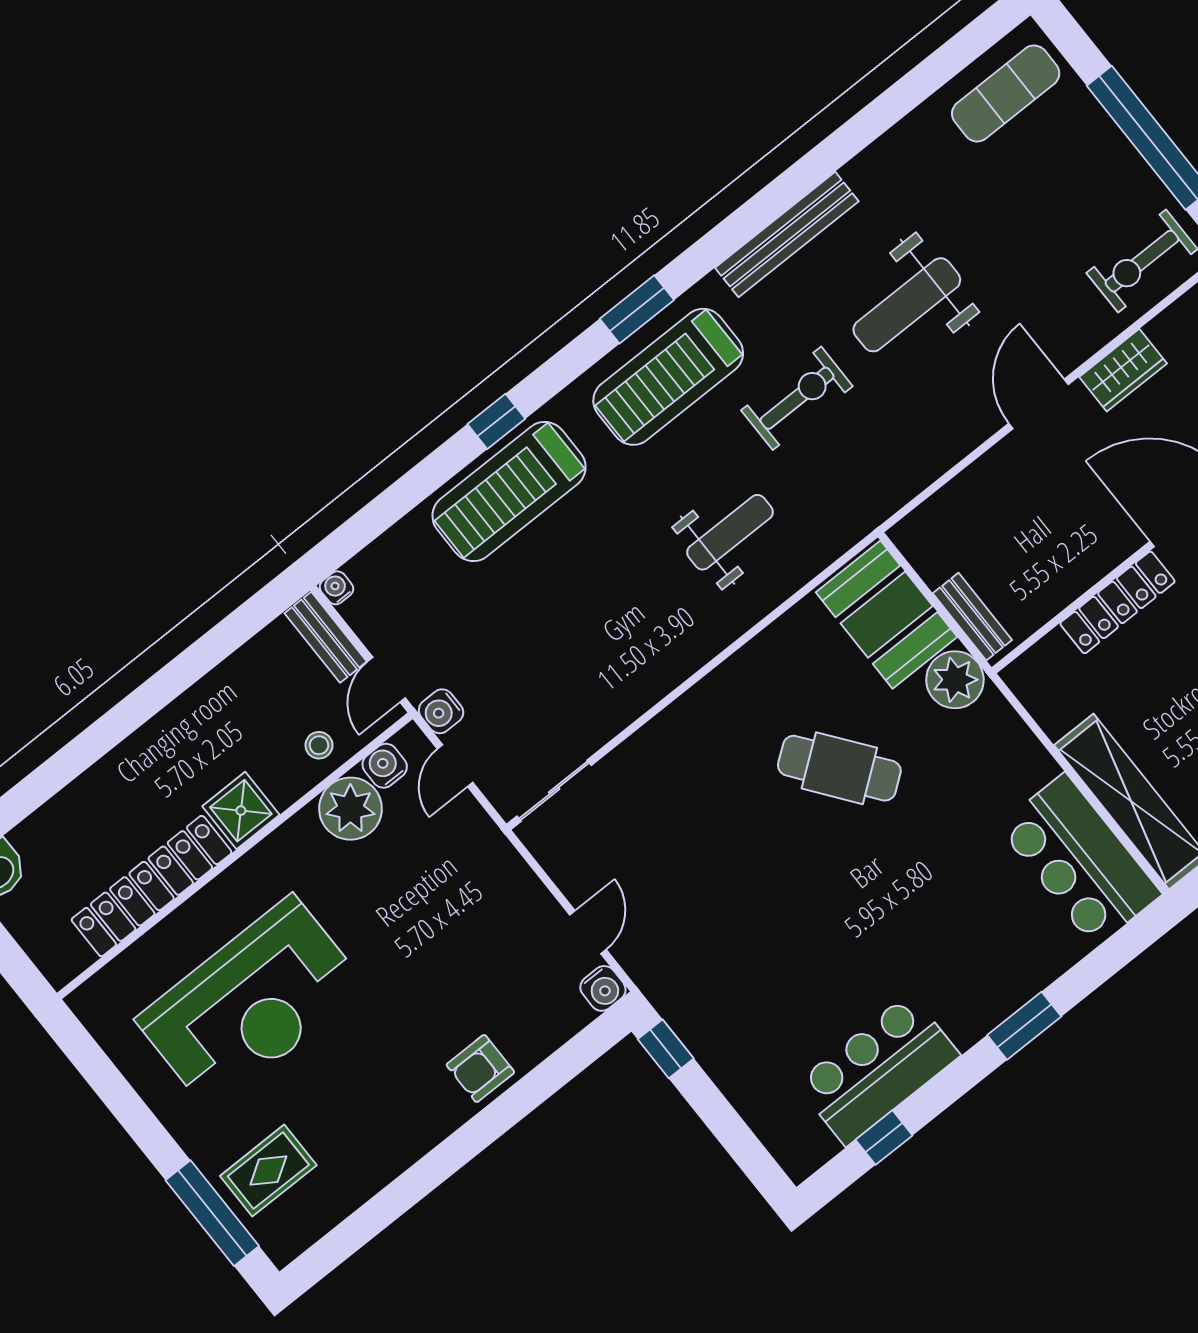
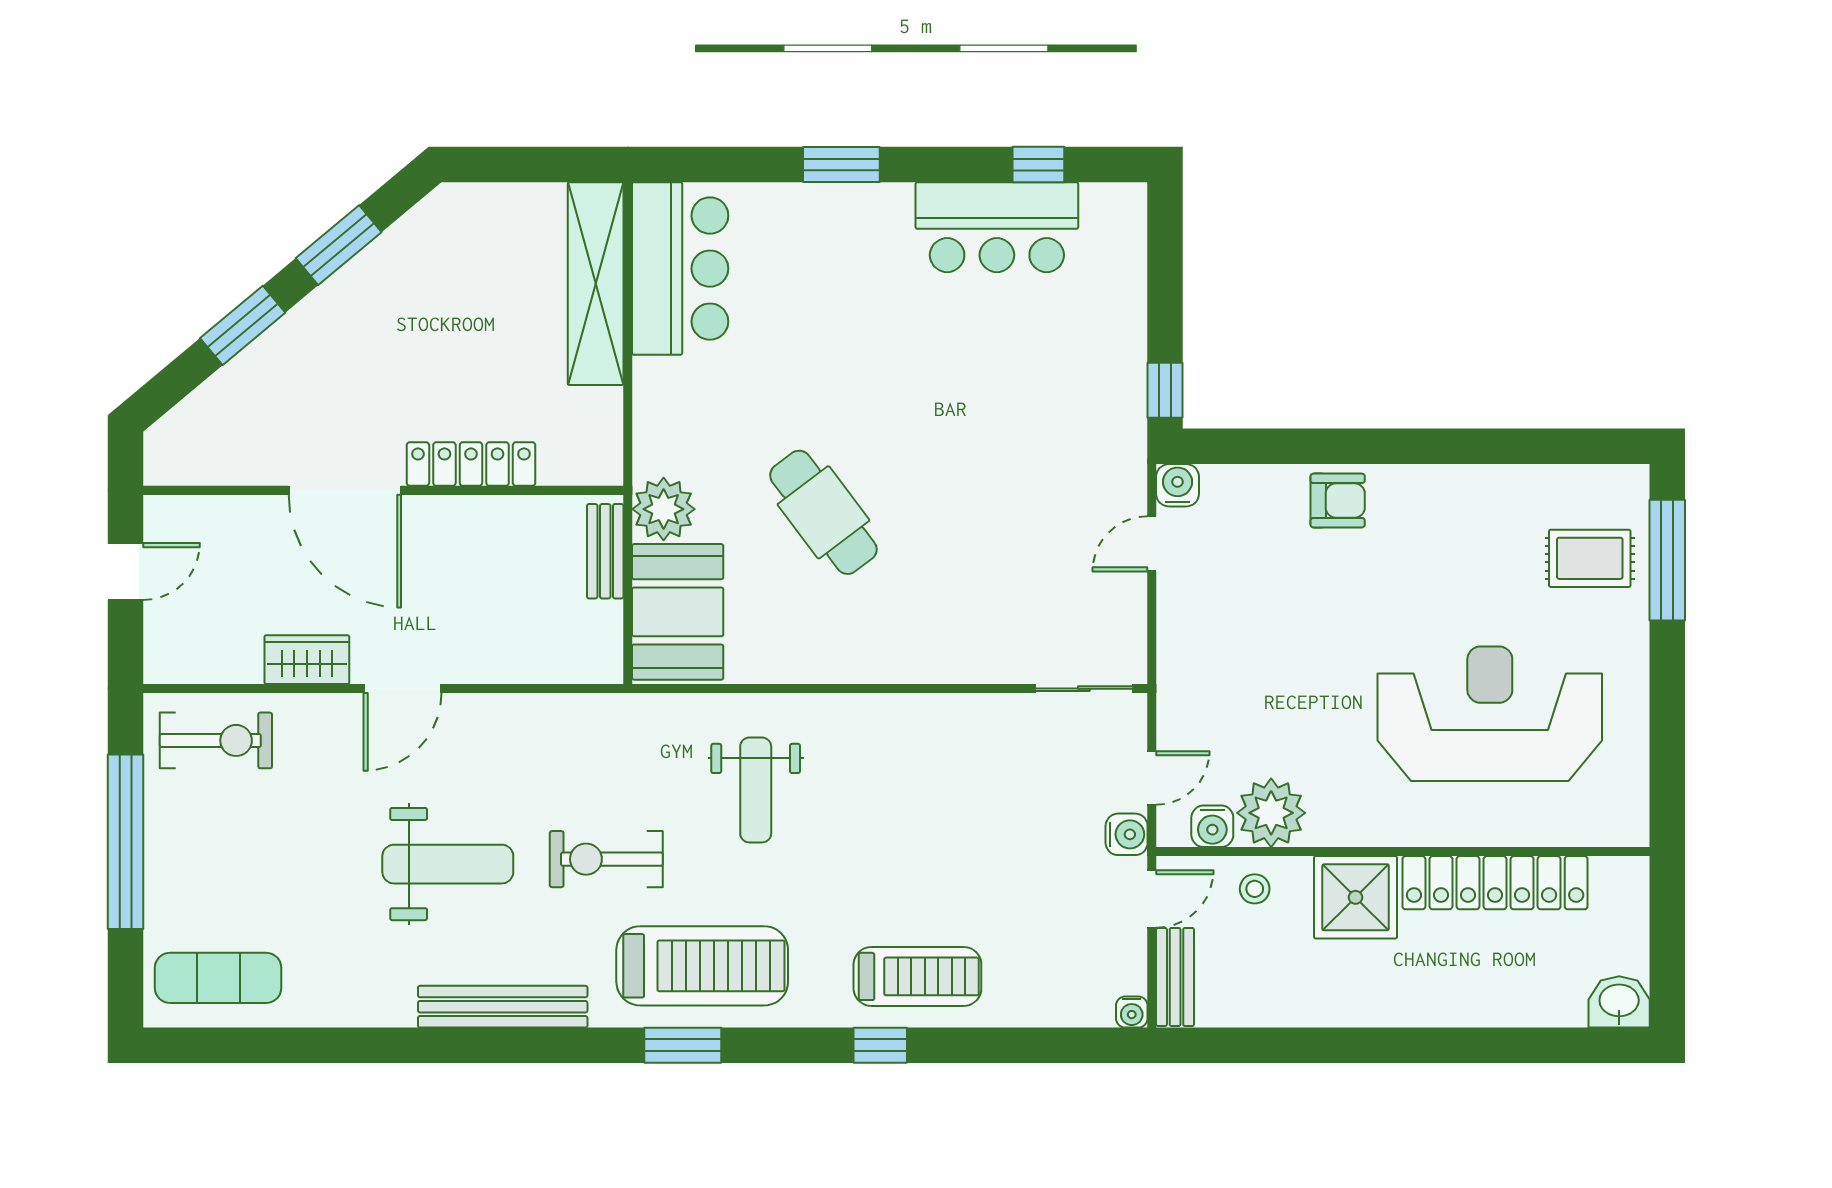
treadmill: (509, 491) -> (917, 976), width x0.73, depth x0.73
weight bench: (730, 532) -> (756, 790), turned -90
shower: (241, 811) -> (1356, 897), width x1.36, depth x1.36

